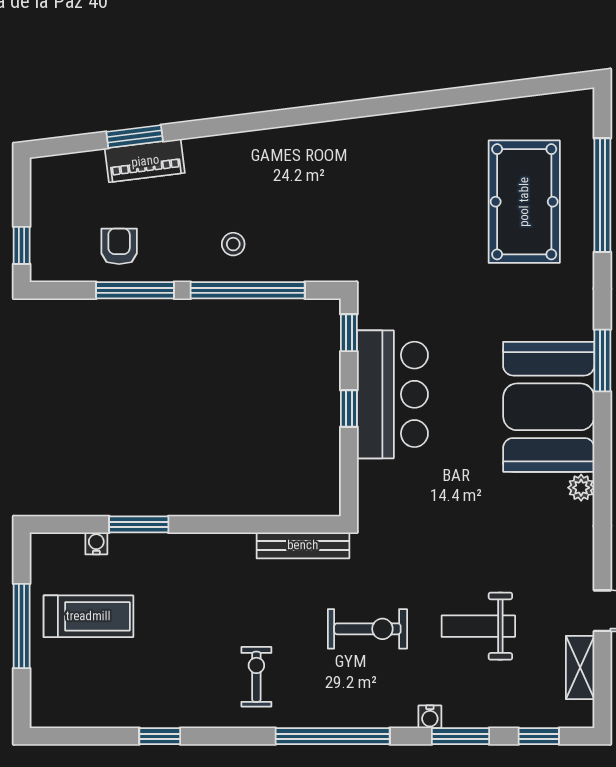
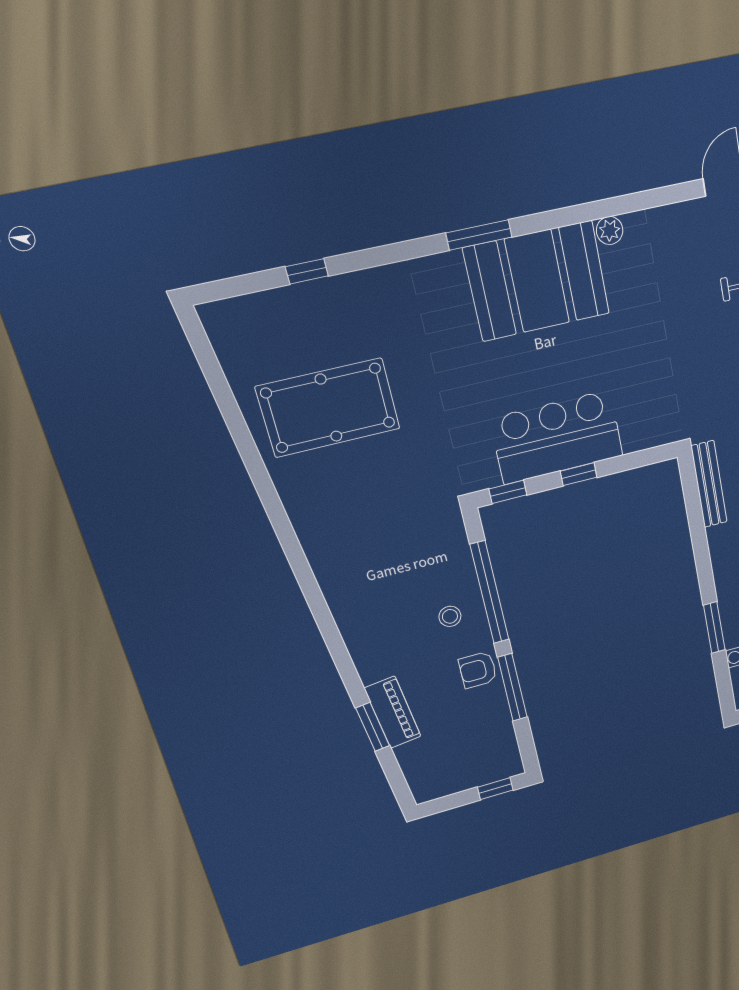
window: (602, 195) -> (307, 271), width x0.32
pool table: (524, 202) -> (328, 408), moved
armchair: (119, 246) -> (478, 670), moved

